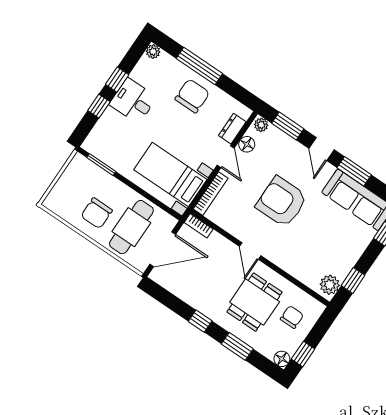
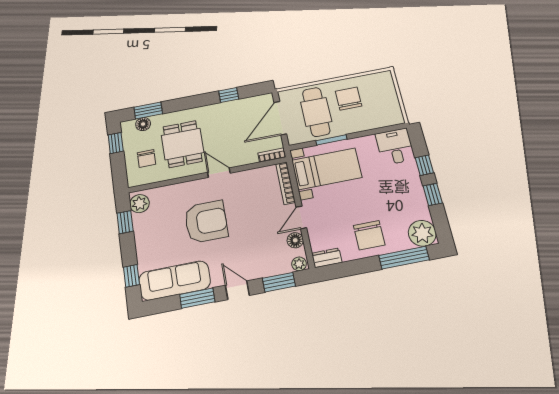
plant: (153, 52) -> (422, 233), width x1.88, depth x1.88
window: (199, 66) -> (404, 258), moved
desk: (133, 101) -> (395, 147), moved, turned -90
dresser: (232, 129) -> (327, 258), moved, turned -90
door: (226, 157) -> (301, 217), hinge flipped
window: (101, 164) -> (331, 140), moved
armchair: (282, 202) -> (206, 222), moved
window: (200, 321) -> (229, 95), moved
window: (237, 346) -> (148, 110), moved
floor lamp: (282, 359) -> (143, 124), moved

